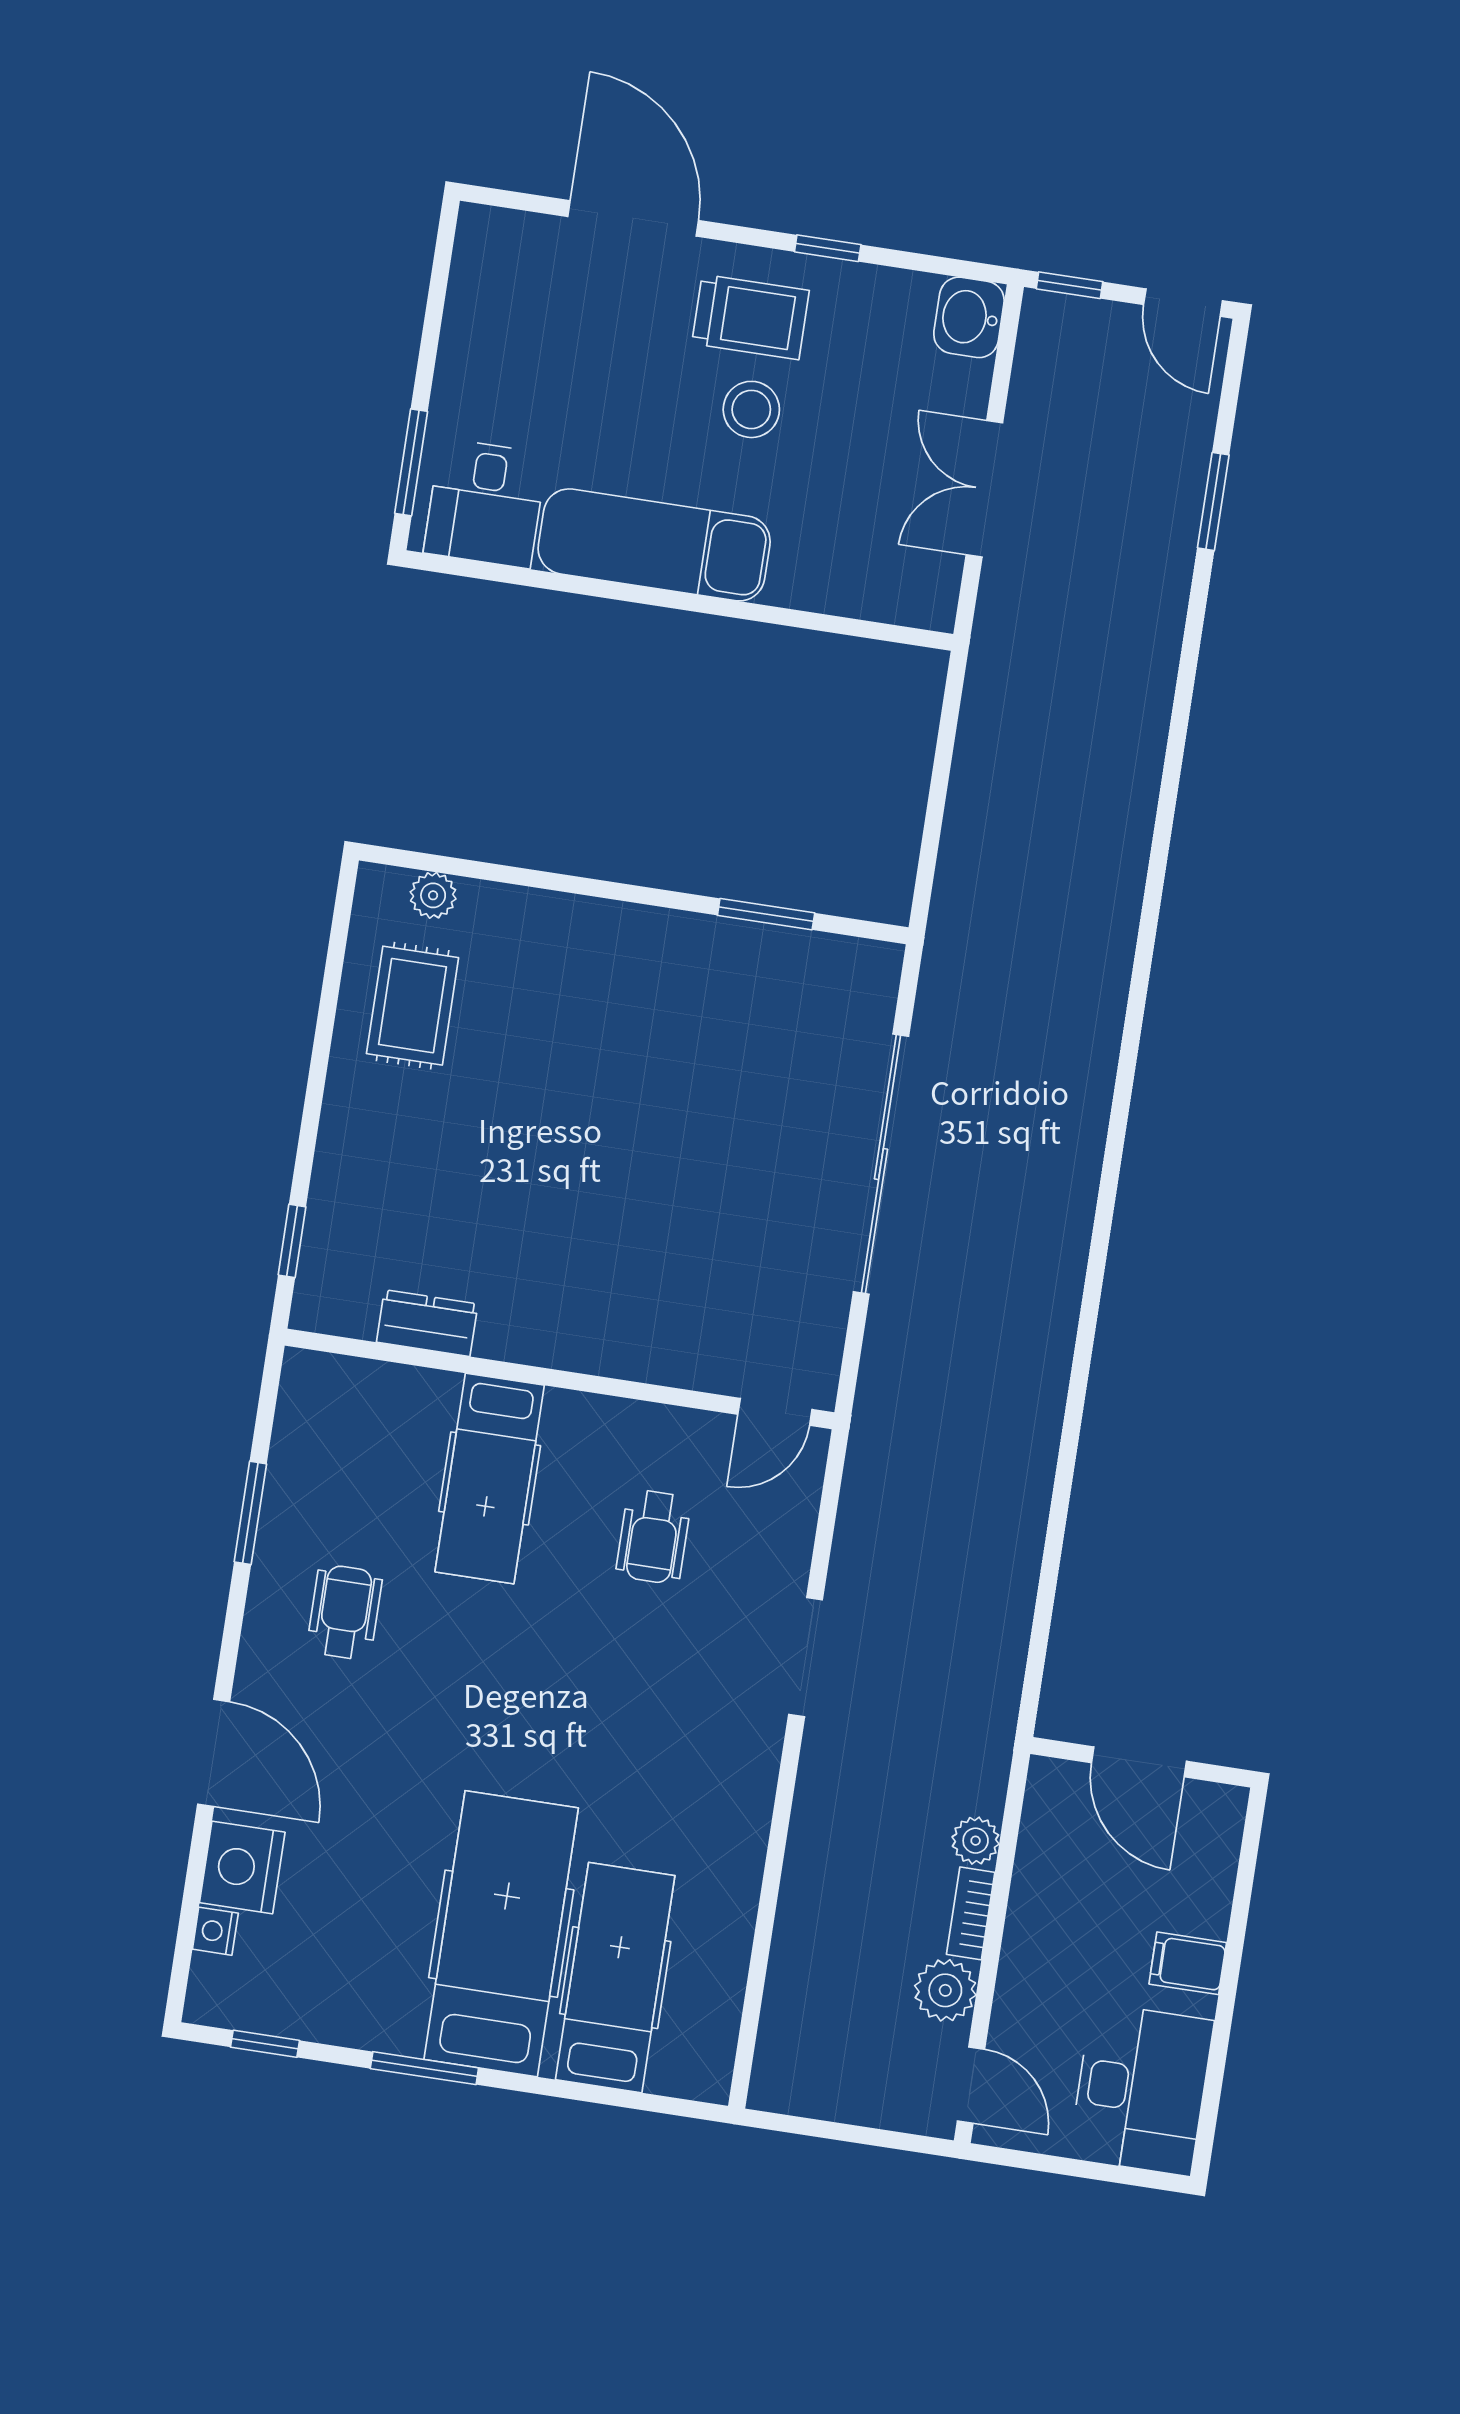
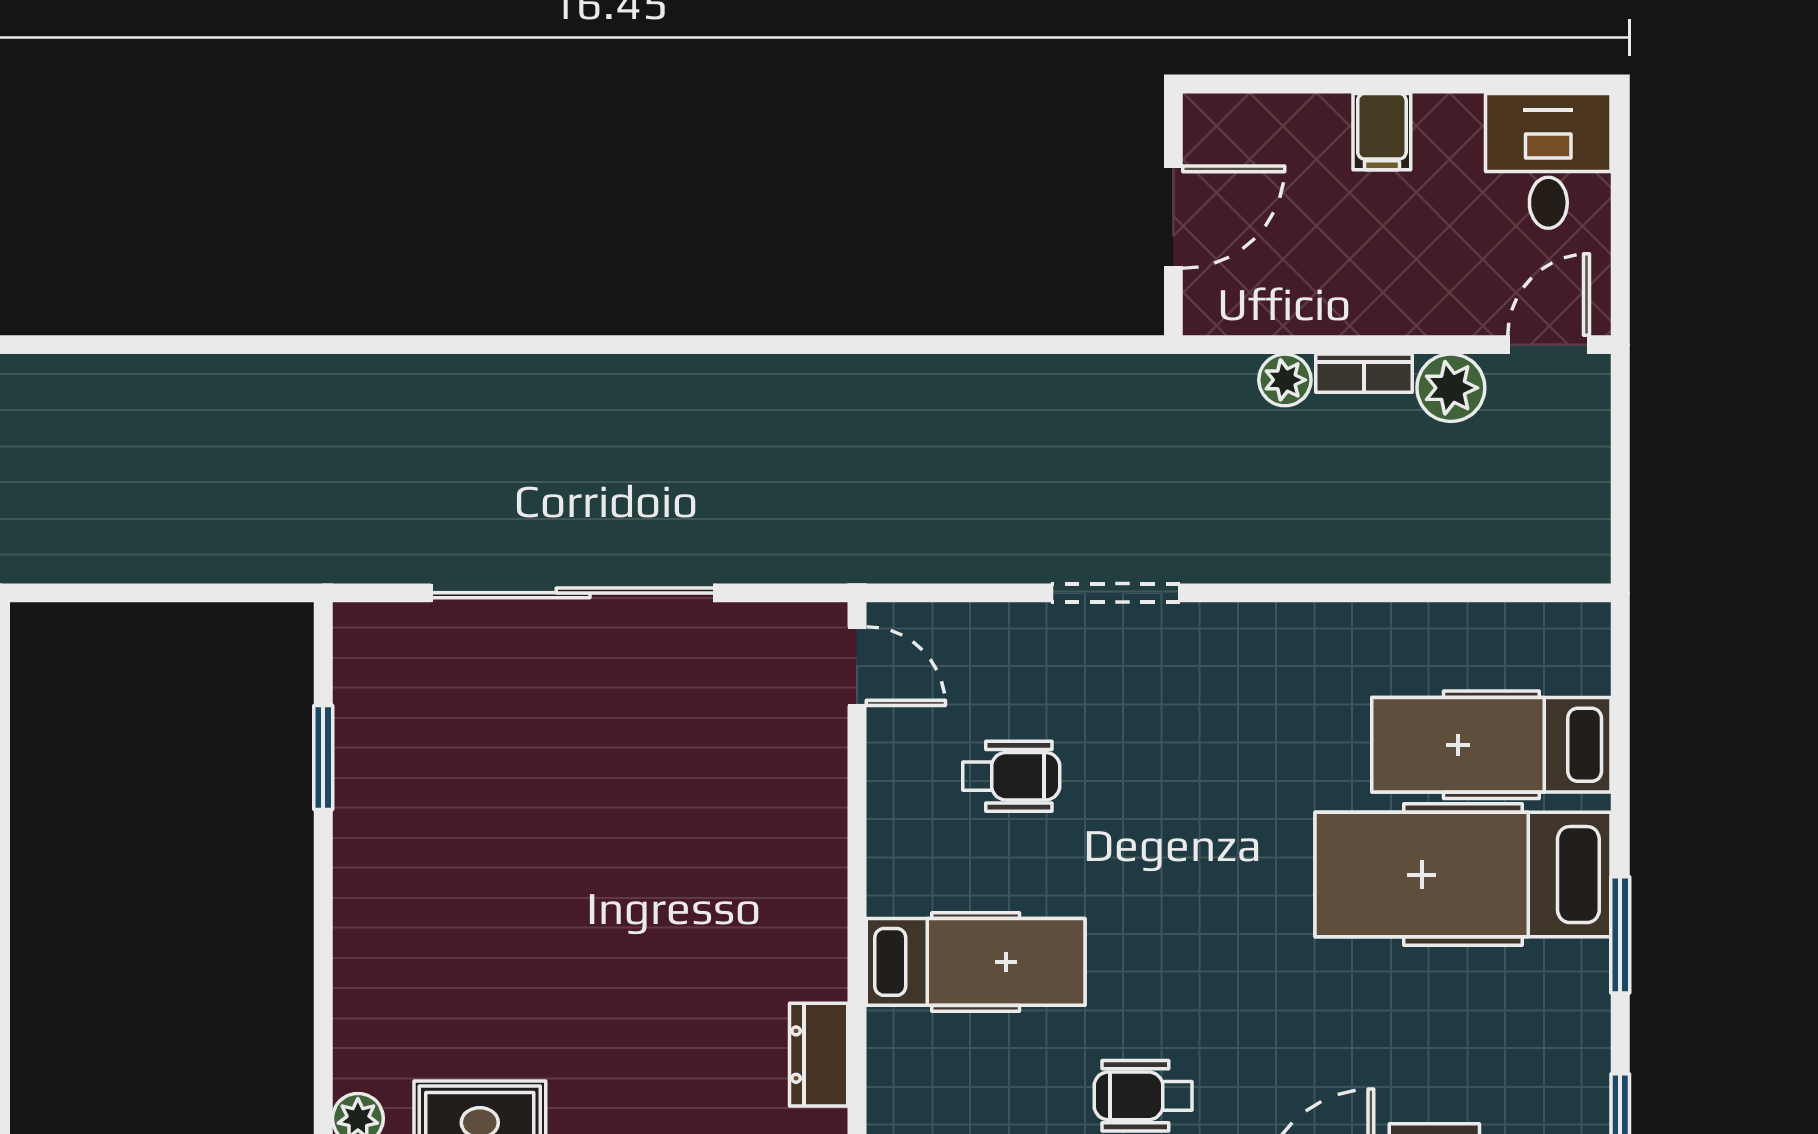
desk: (1141, 2089) -> (1548, 161), width x0.73

